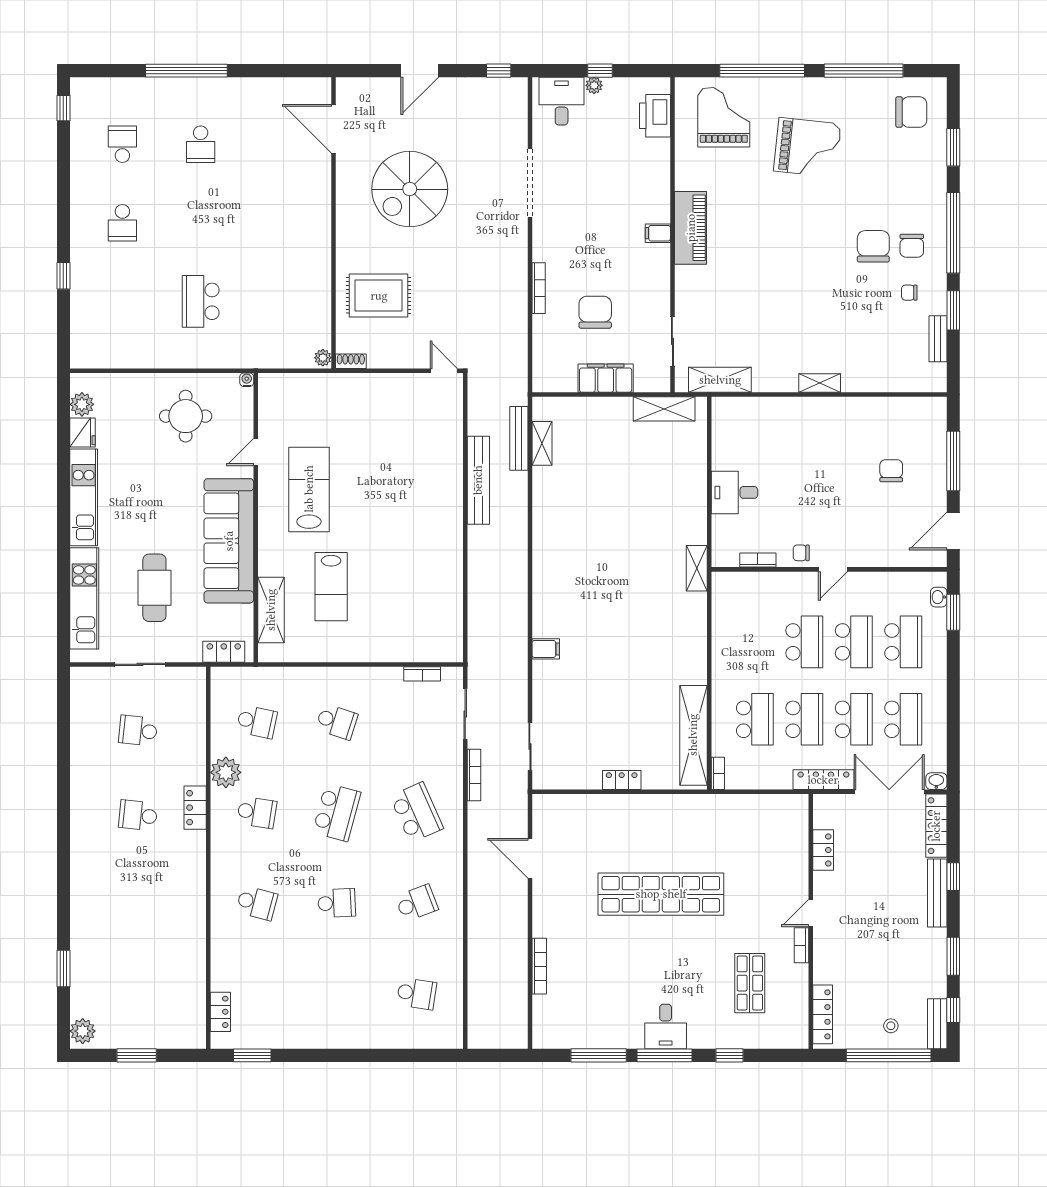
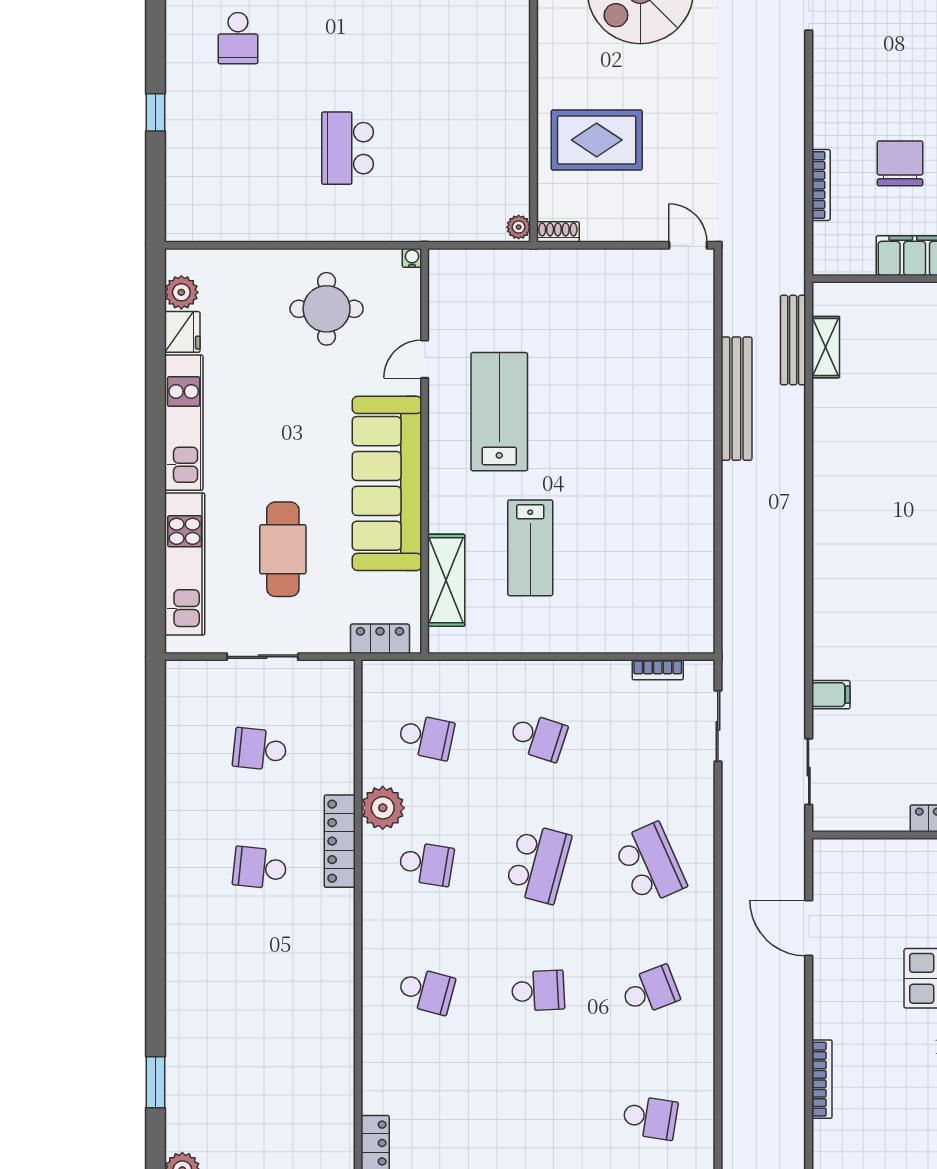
bookcase: (539, 288) -> (821, 185), moved
filing cabinet: (546, 649) -> (831, 695), moved
bookcase: (474, 775) -> (730, 811), removed
locker: (195, 808) -> (340, 841), width x1.53

